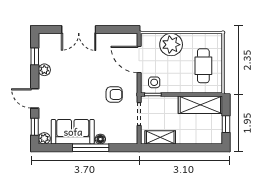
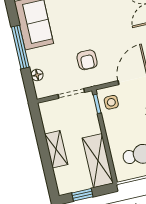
shelving: (160, 137) -> (56, 149), moved
floor lamp: (100, 139) -> (37, 75), moved

